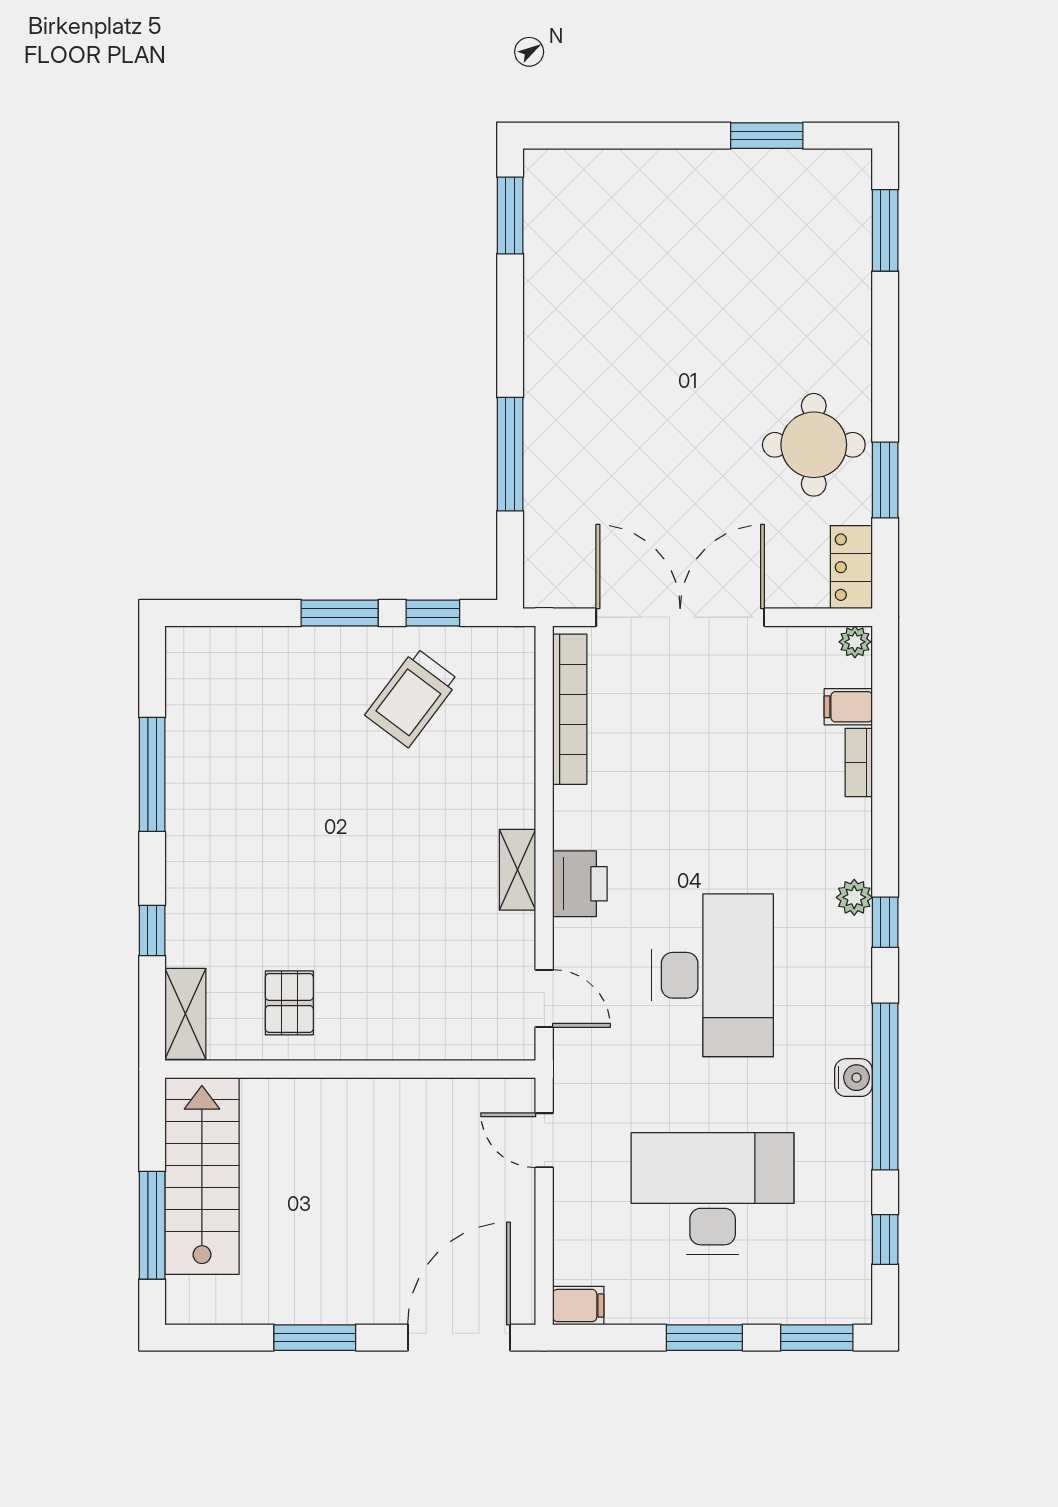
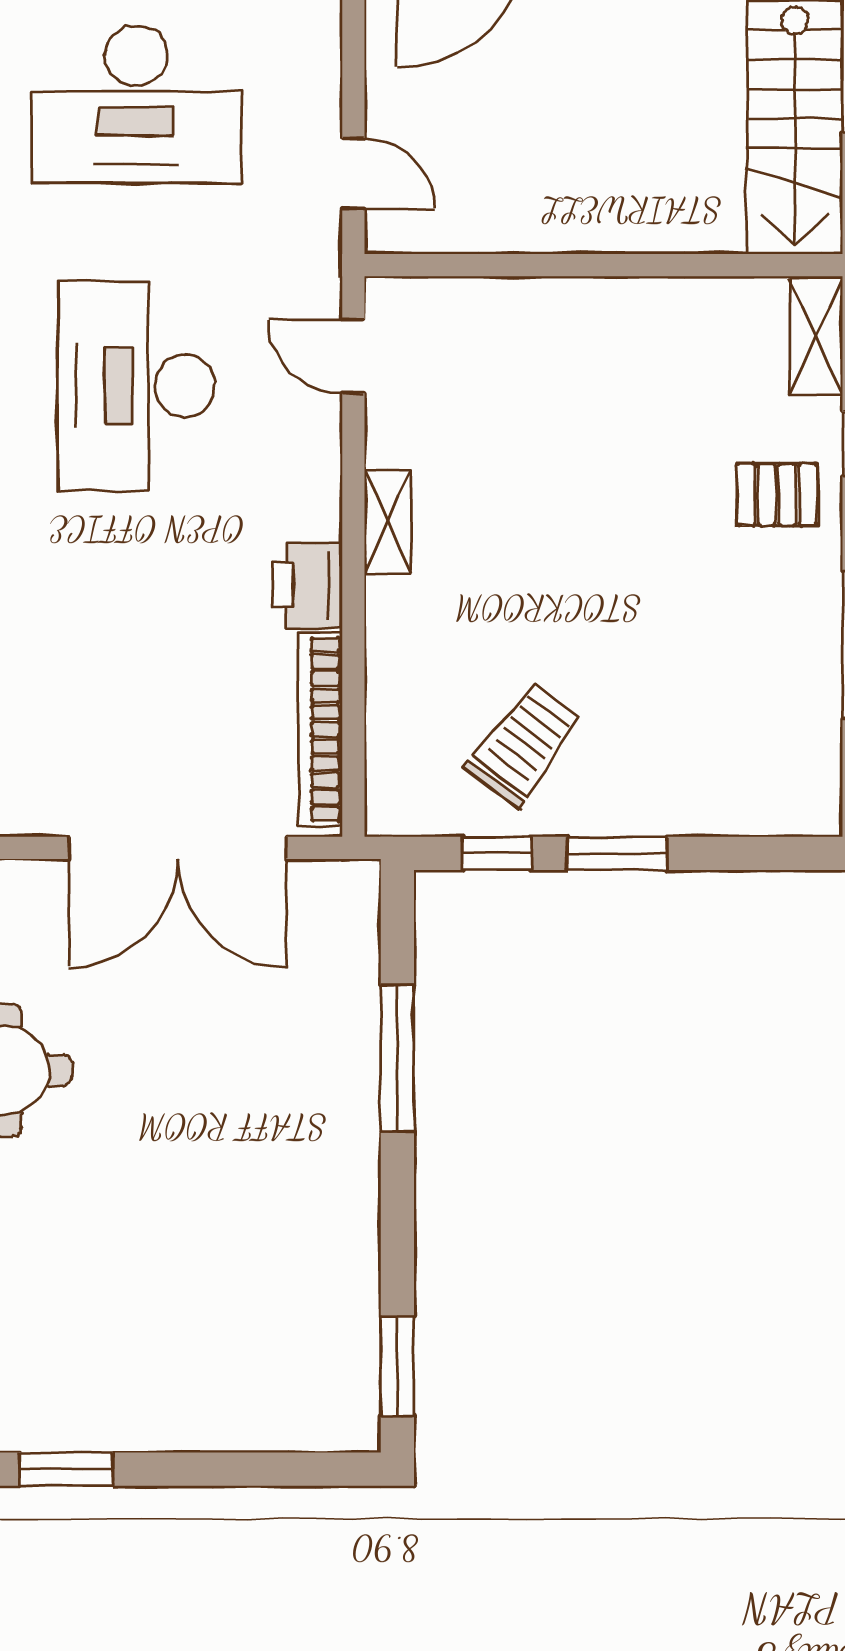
printer: (580, 884) -> (307, 586), moved
pallet: (289, 1003) -> (777, 494), moved, turned 90

